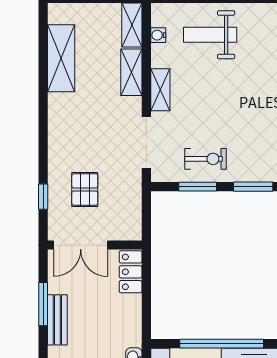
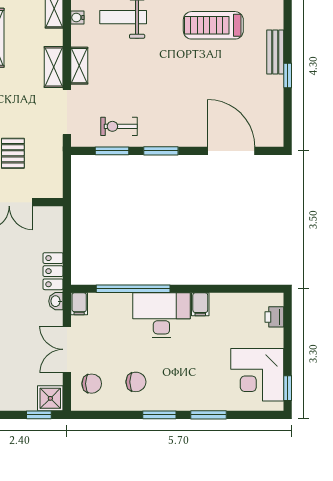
shelving: (131, 72) -> (54, 67), moved
exercise bike: (206, 159) -> (119, 126), turned 180
locker: (131, 272) -> (53, 271), moved

